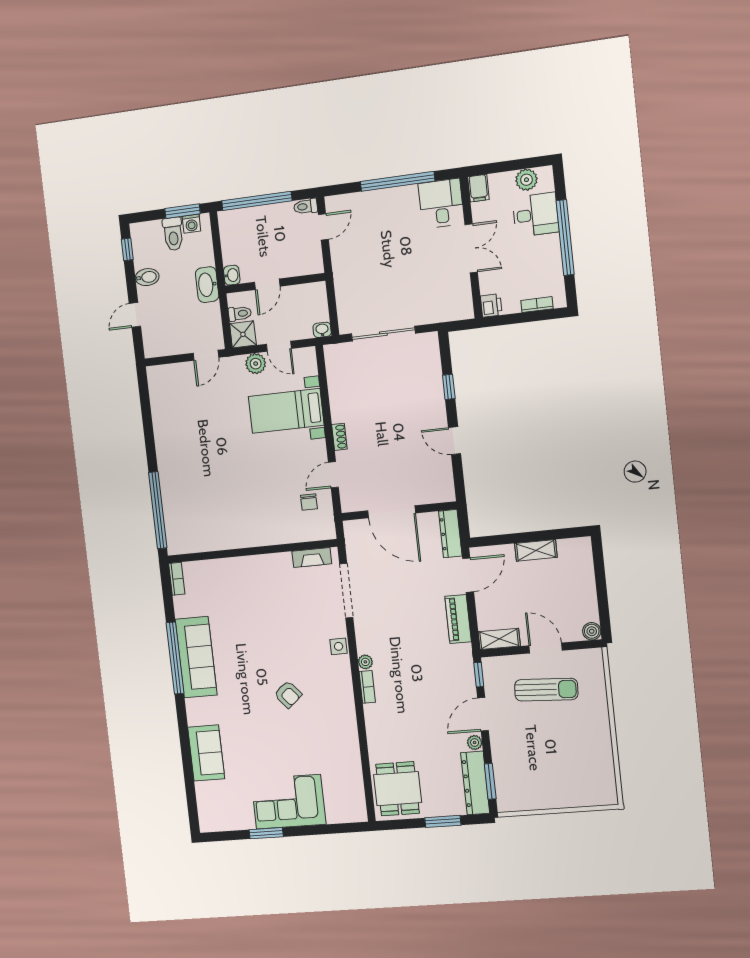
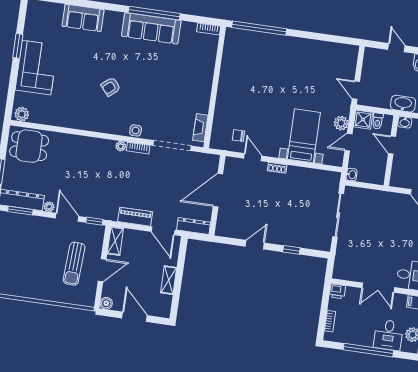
door: (601, 586) -> (135, 317), added
bookcase: (367, 687) -> (138, 148), moved
plant: (356, 808) -> (22, 114), added

